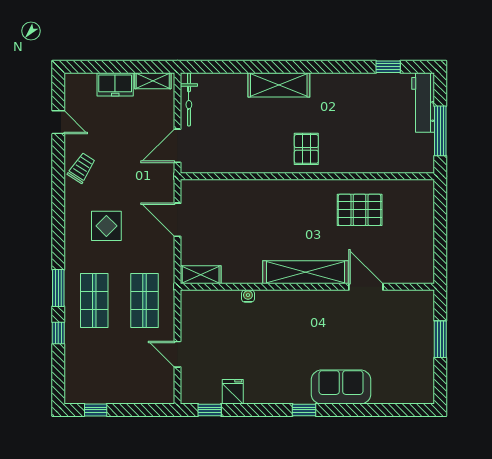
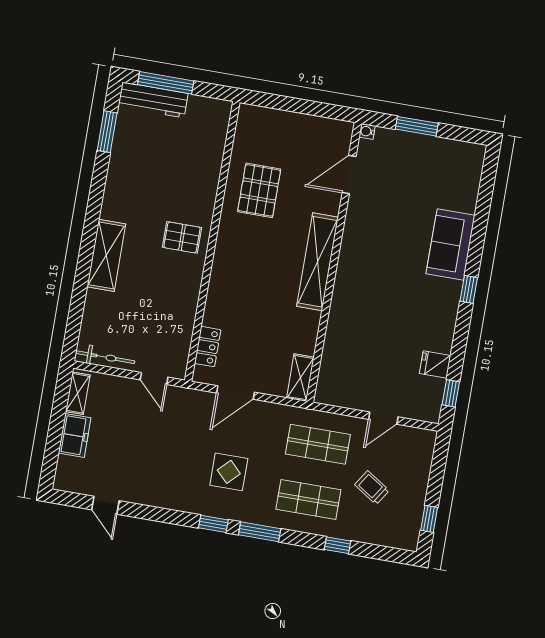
window: (388, 67) -> (107, 132), width x1.50
door: (58, 122) -> (105, 505), swing flipped
window: (440, 131) -> (166, 83), moved
door: (178, 146) -> (154, 378), width x0.73
trolley: (81, 168) -> (372, 488), moved
locker: (214, 188) -> (208, 347), added
window: (58, 220) -> (213, 524), added
door: (366, 287) -> (349, 174), moved
window: (58, 288) -> (260, 532), moved
water cooler: (248, 296) -> (367, 131), moved

